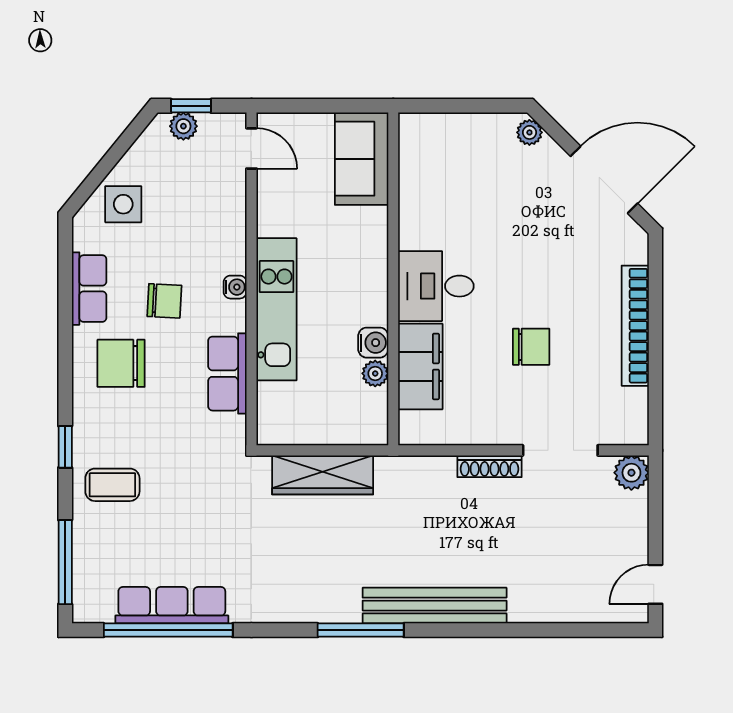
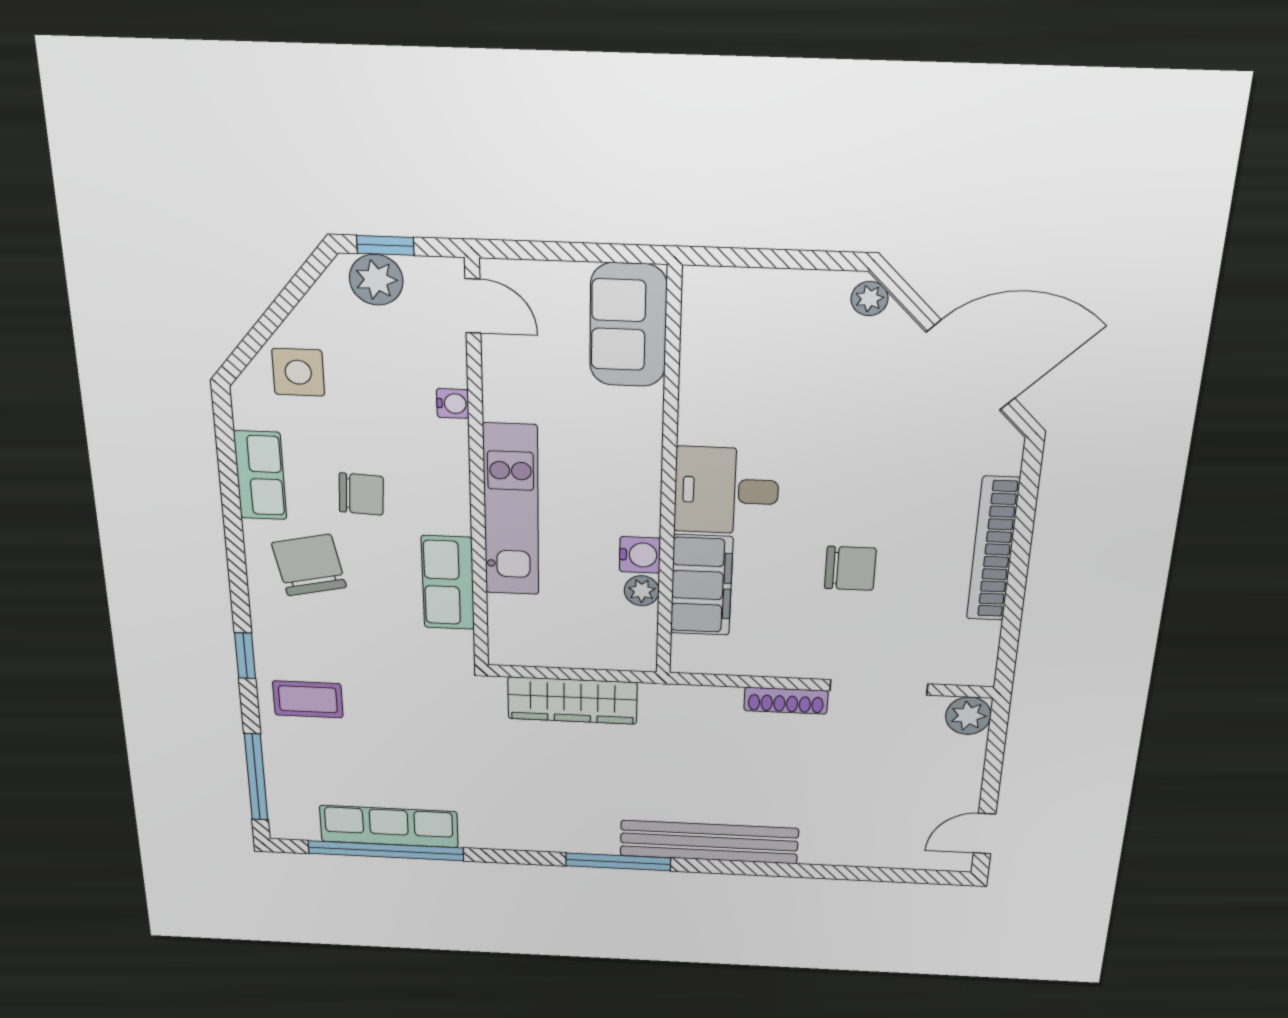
plant: (183, 126) -> (376, 280), width x1.38, depth x1.38
water cooler: (235, 287) -> (453, 403), moved
chair: (121, 363) -> (309, 565), turned 78

